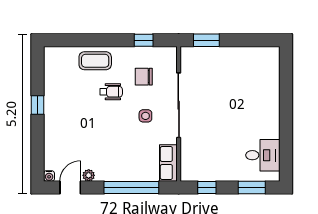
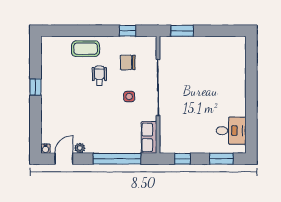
wheelchair: (111, 92) -> (99, 76), turned -90

